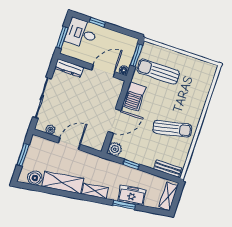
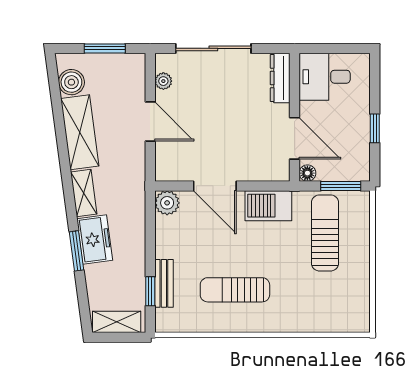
window: (97, 22) -> (375, 128), moved
desk: (81, 33) -> (325, 77), moved, turned -90
window: (62, 37) -> (328, 48), removed
sun lounger: (172, 129) -> (235, 290), turned 101
window: (131, 164) -> (150, 291), moved
bench: (168, 169) -> (164, 283), moved
freezer: (132, 195) -> (95, 239), moved

